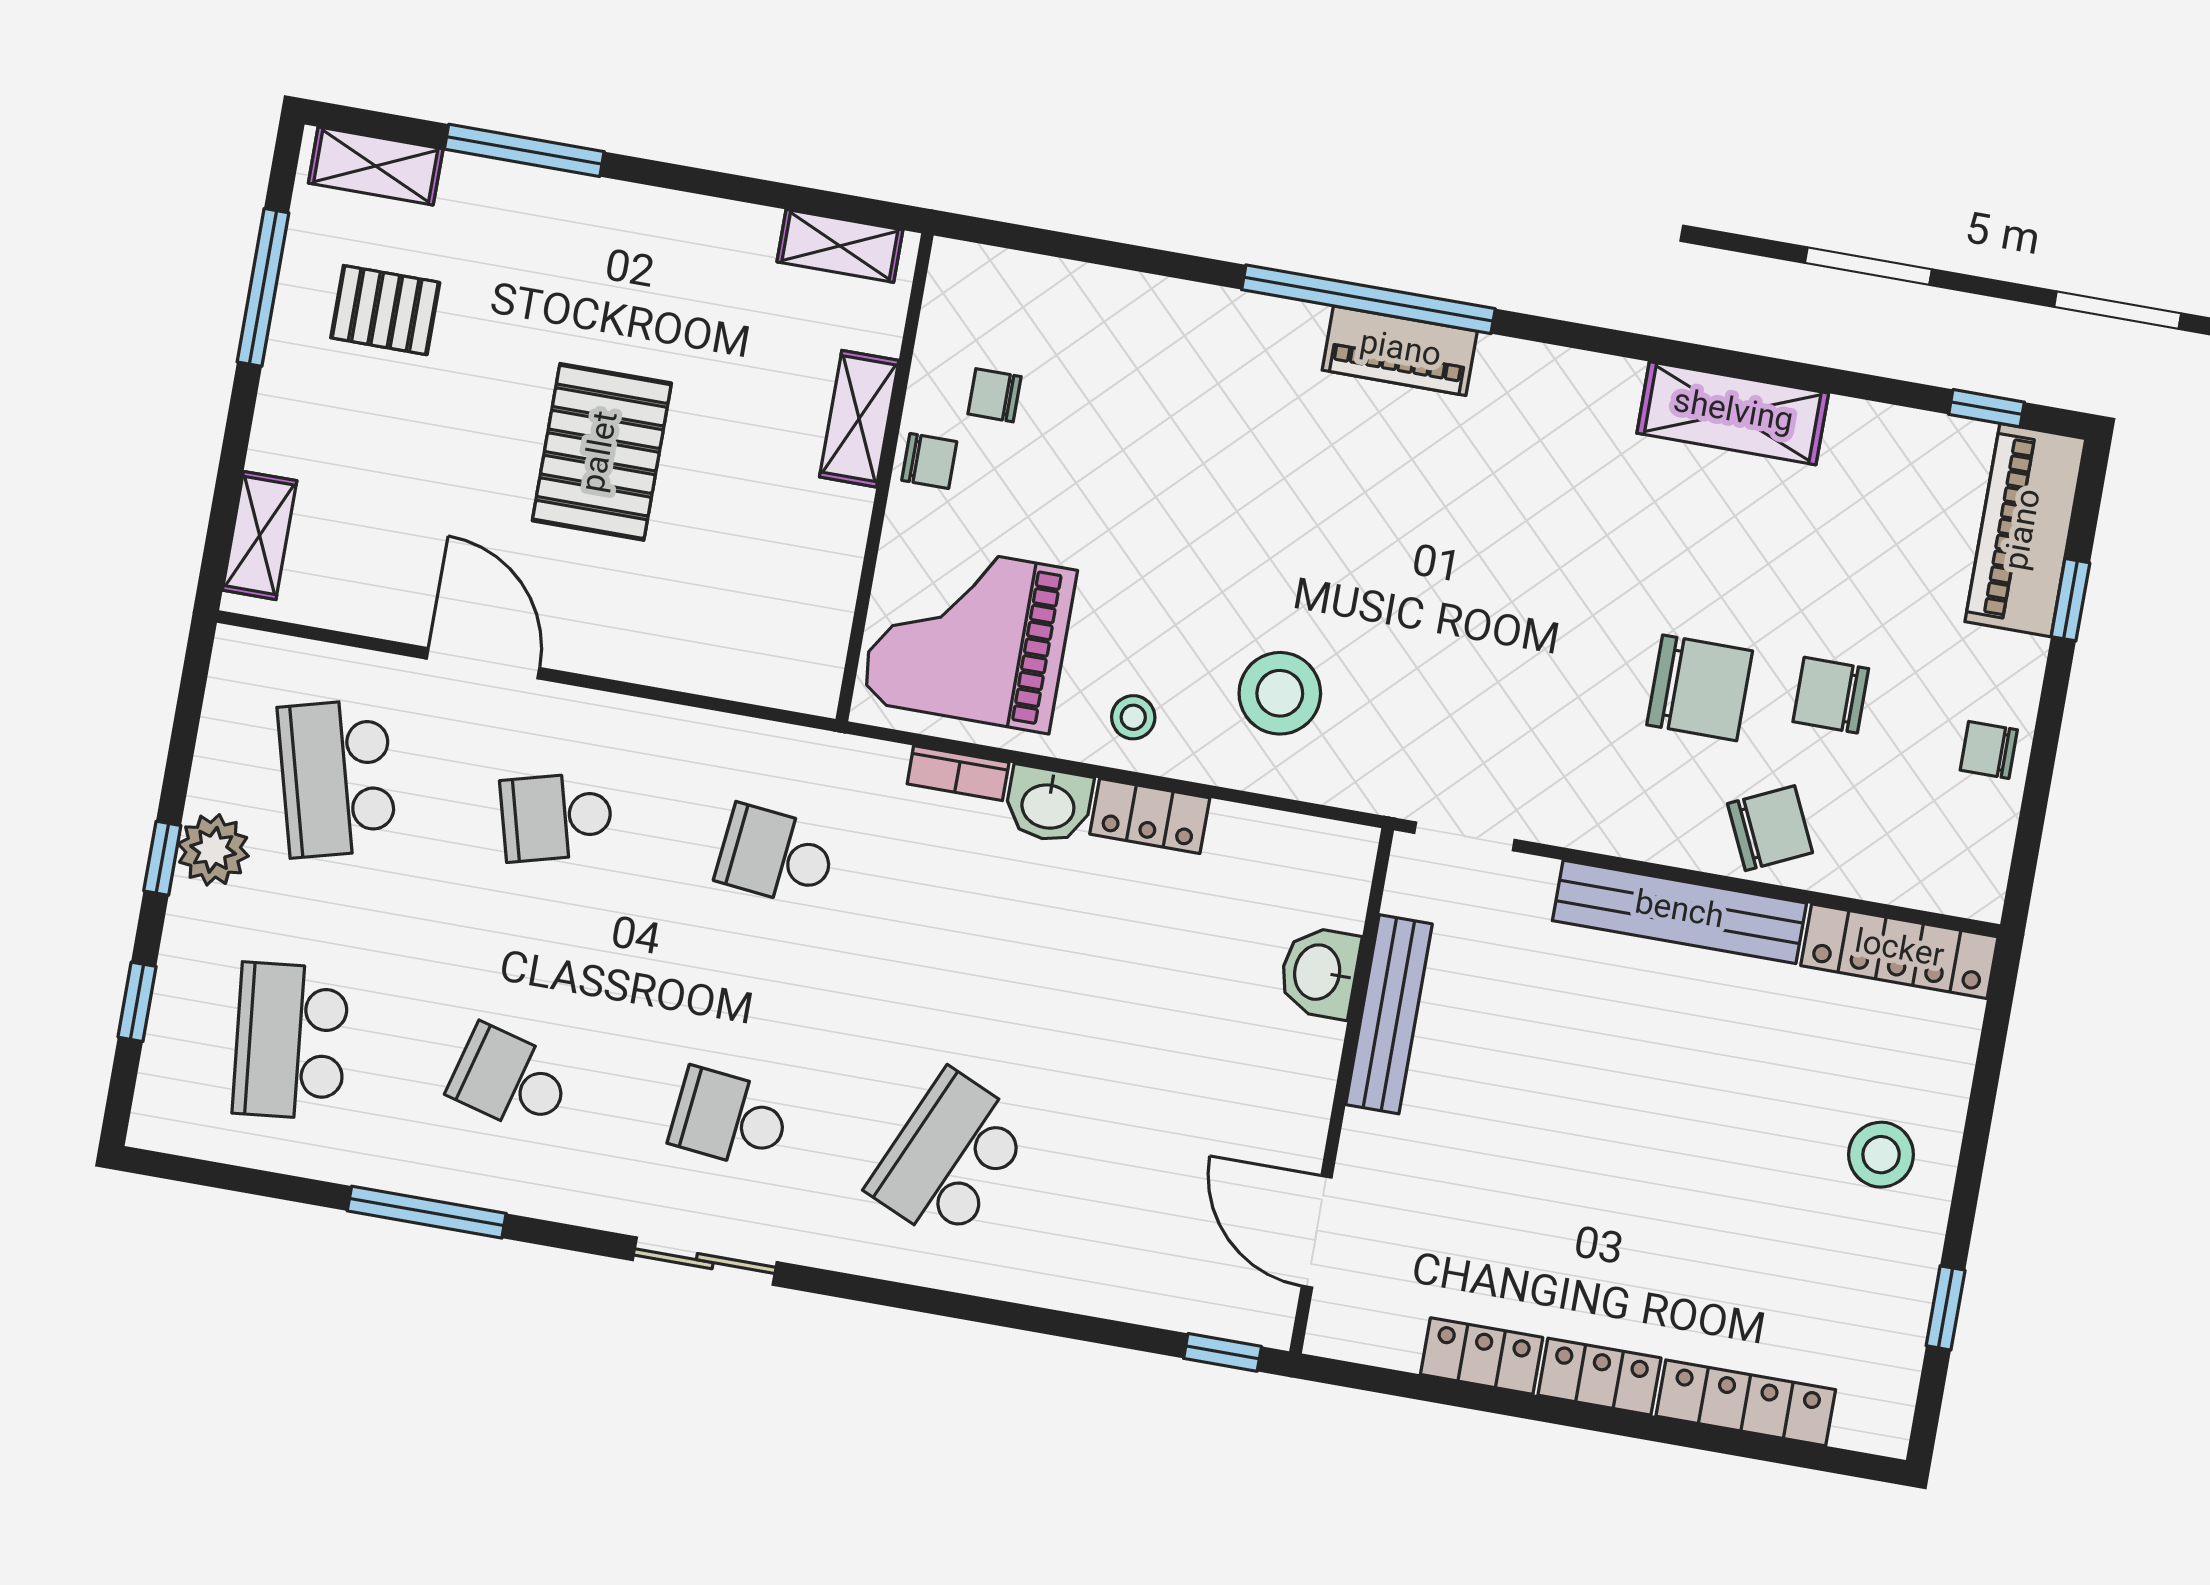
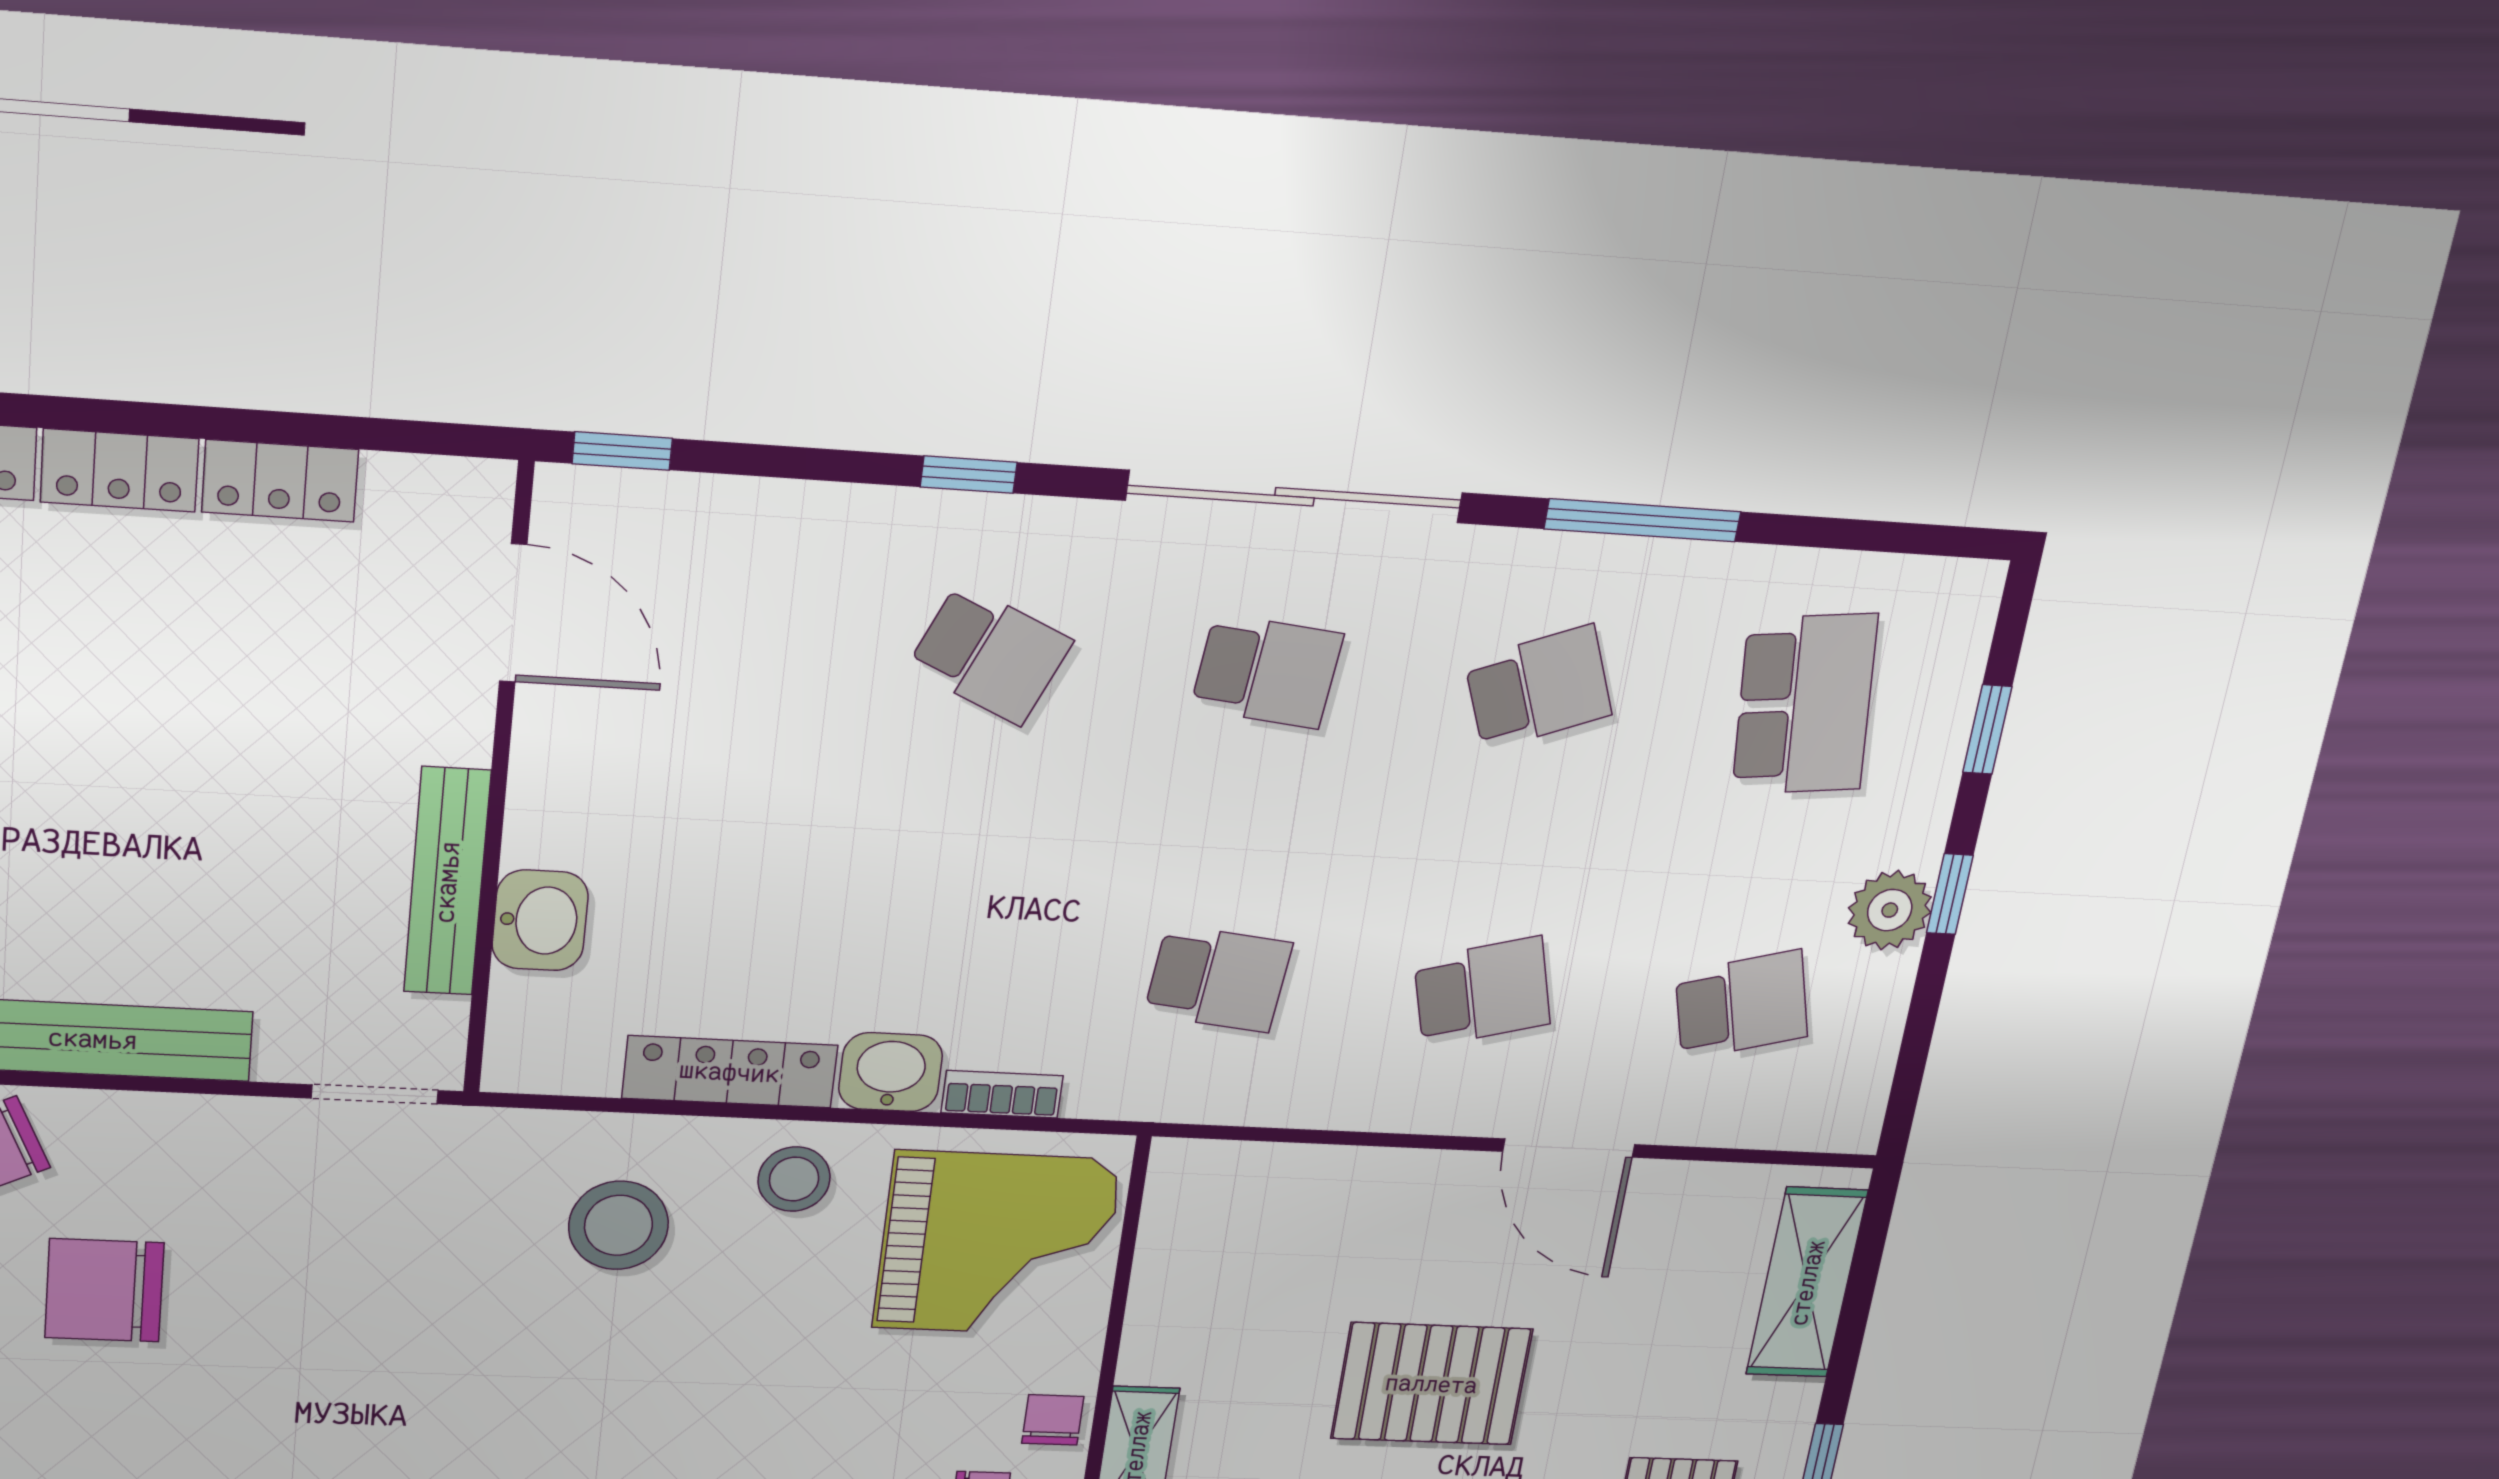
pallet: (602, 452) -> (1432, 1384), turned 90
chair: (929, 461) -> (1053, 1420), turned 90
shelving: (260, 535) -> (1807, 1283), width x1.50, depth x1.33
stool: (1133, 717) -> (794, 1179), width x1.37, depth x1.37
school desk: (337, 778) -> (1742, 1005), width x0.54
locker: (1150, 816) -> (730, 1072), width x1.53
school desk: (510, 1080) -> (1538, 688), turned -36
school desk: (949, 1157) -> (990, 654), width x0.54
sliding door: (705, 1261) -> (1294, 497), width x1.86
window: (959, 1306) -> (969, 475), added

